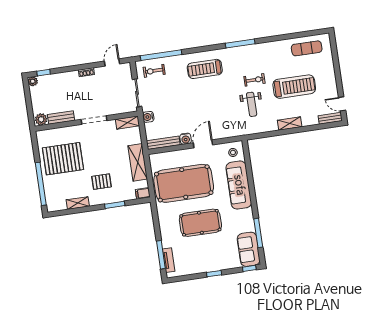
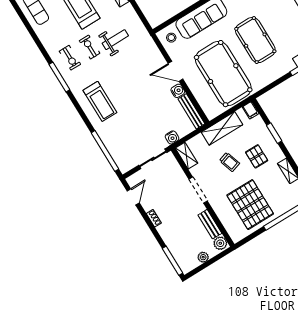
door: (112, 62) -> (133, 197), swing flipped
exercise bike: (154, 71) -> (70, 58), moved
window: (44, 73) -> (173, 261), width x2.17
plant: (33, 81) -> (203, 257), moved
trolley: (107, 157) -> (229, 162), added

